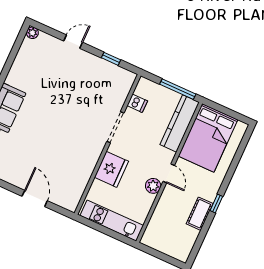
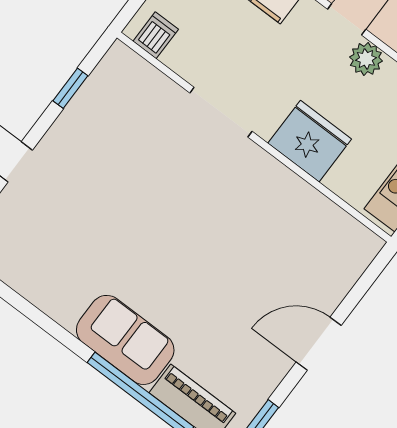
dishwasher: (137, 103) -> (156, 35), moved
door: (35, 198) -> (319, 344), moved

